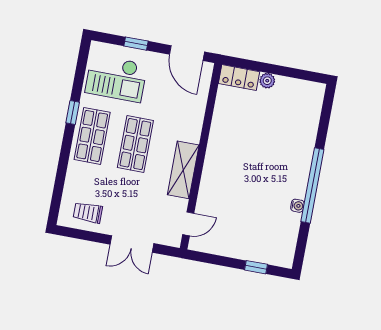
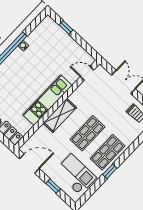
door: (187, 53) -> (29, 164), hinge flipped
kitchen unit: (218, 154) -> (47, 100), added
shelving: (183, 170) -> (60, 115), moved

